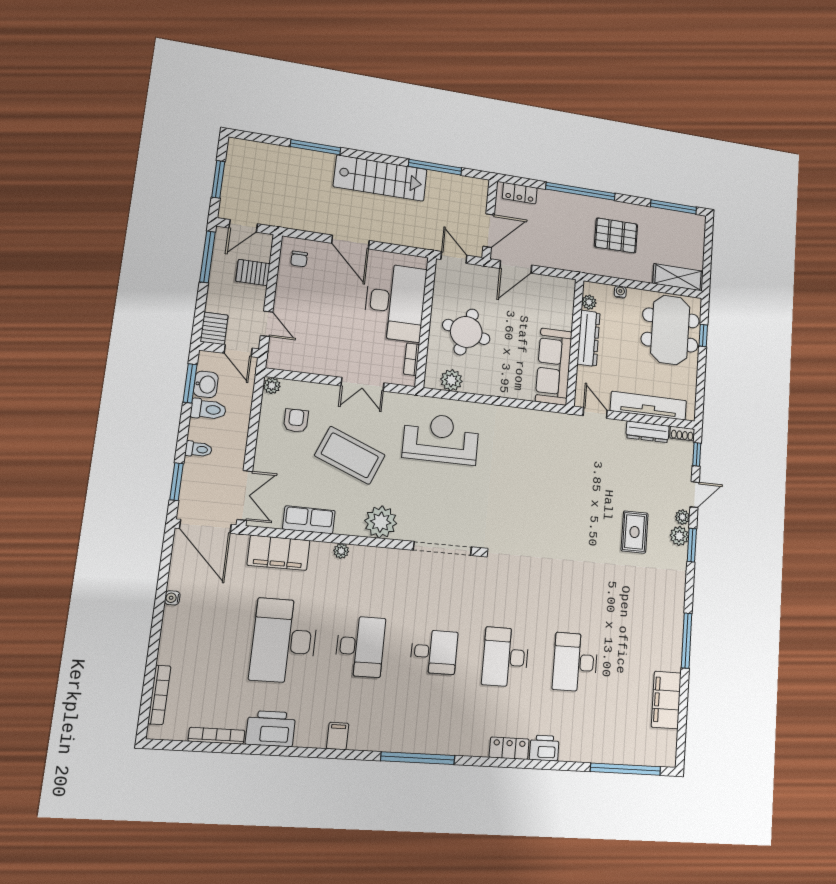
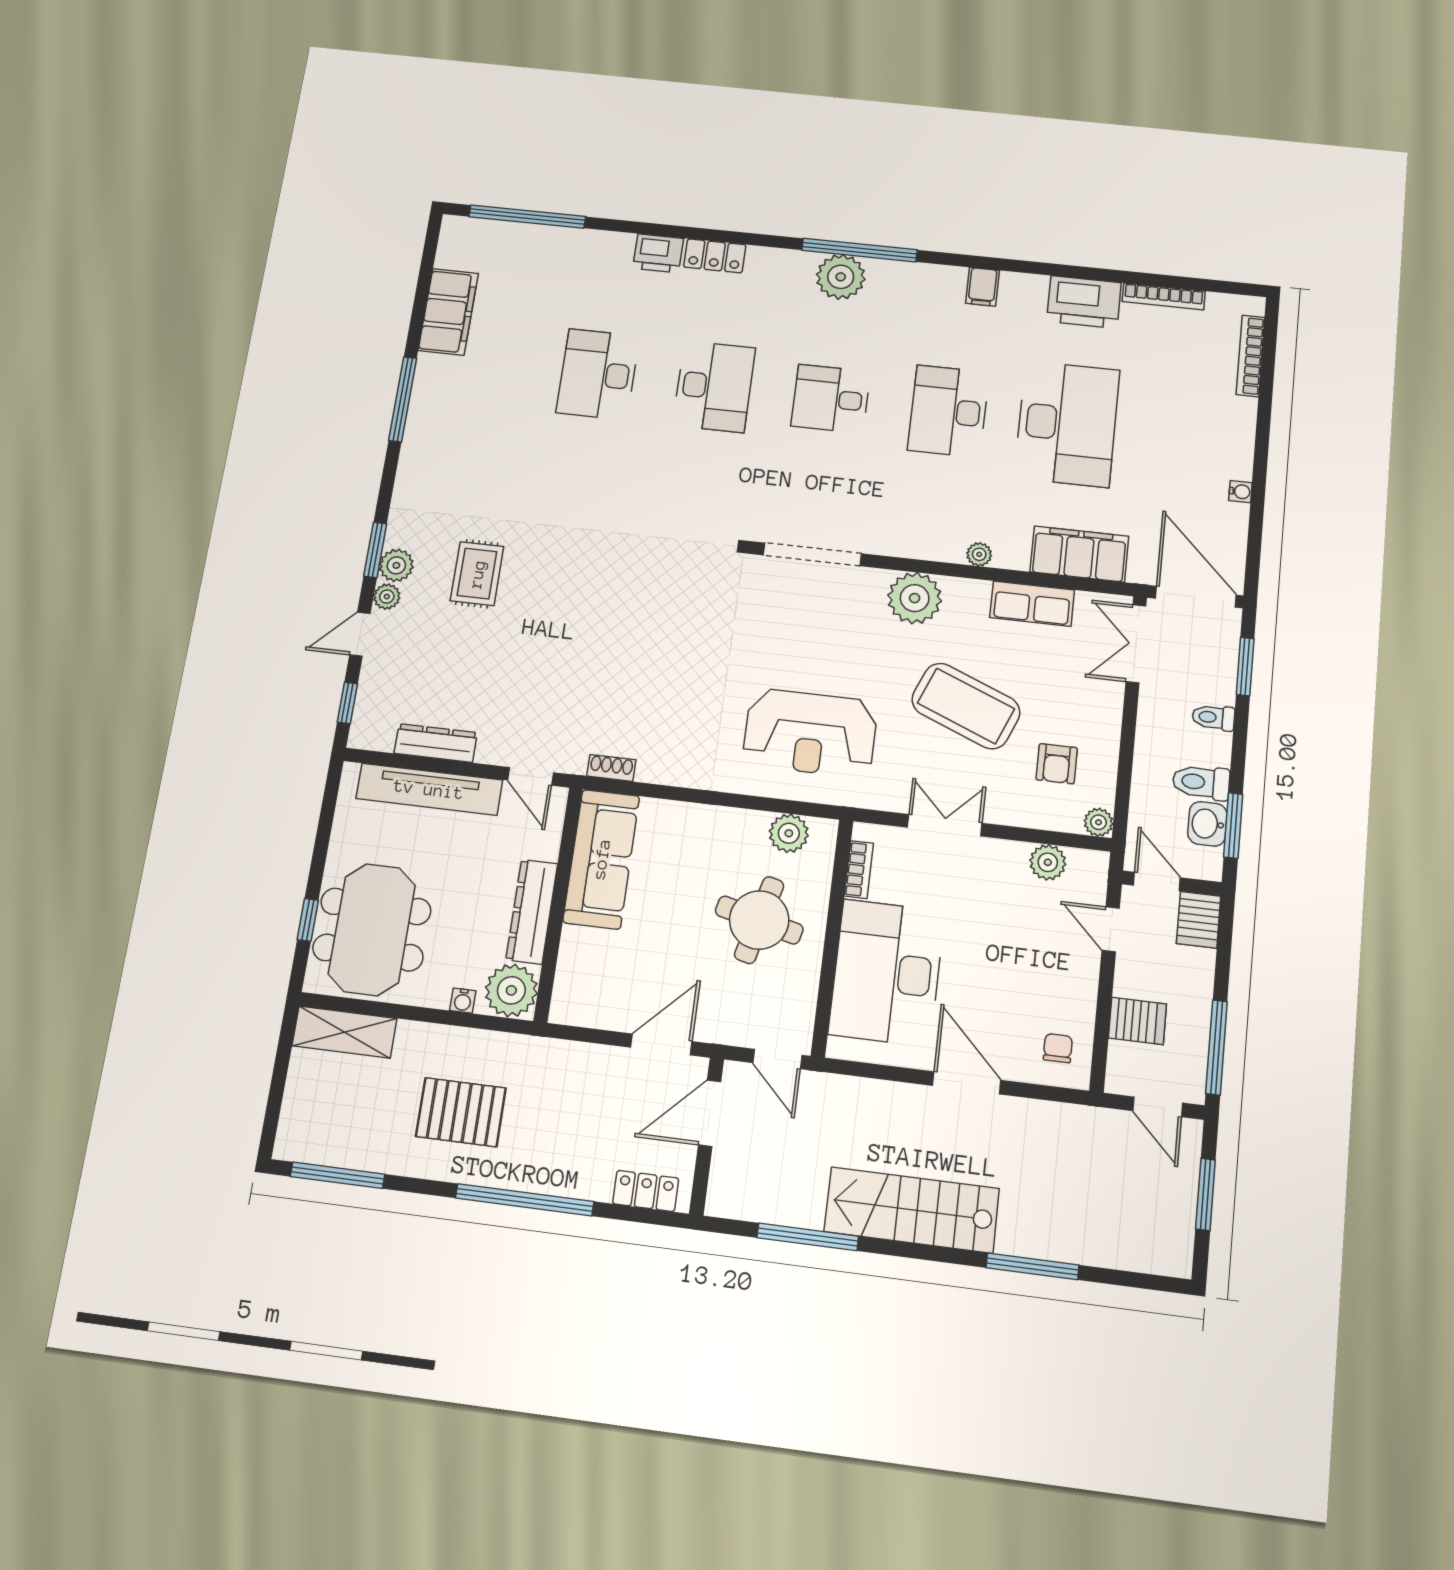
door: (243, 226) -> (1158, 1107), swing flipped
plant: (589, 302) -> (511, 990), width x1.87, depth x1.87
plant: (303, 362) -> (1048, 862), added
shoe rack: (682, 434) -> (611, 768), moved
desk: (575, 662) -> (598, 374), turned 180
plant: (429, 738) -> (841, 277), added

